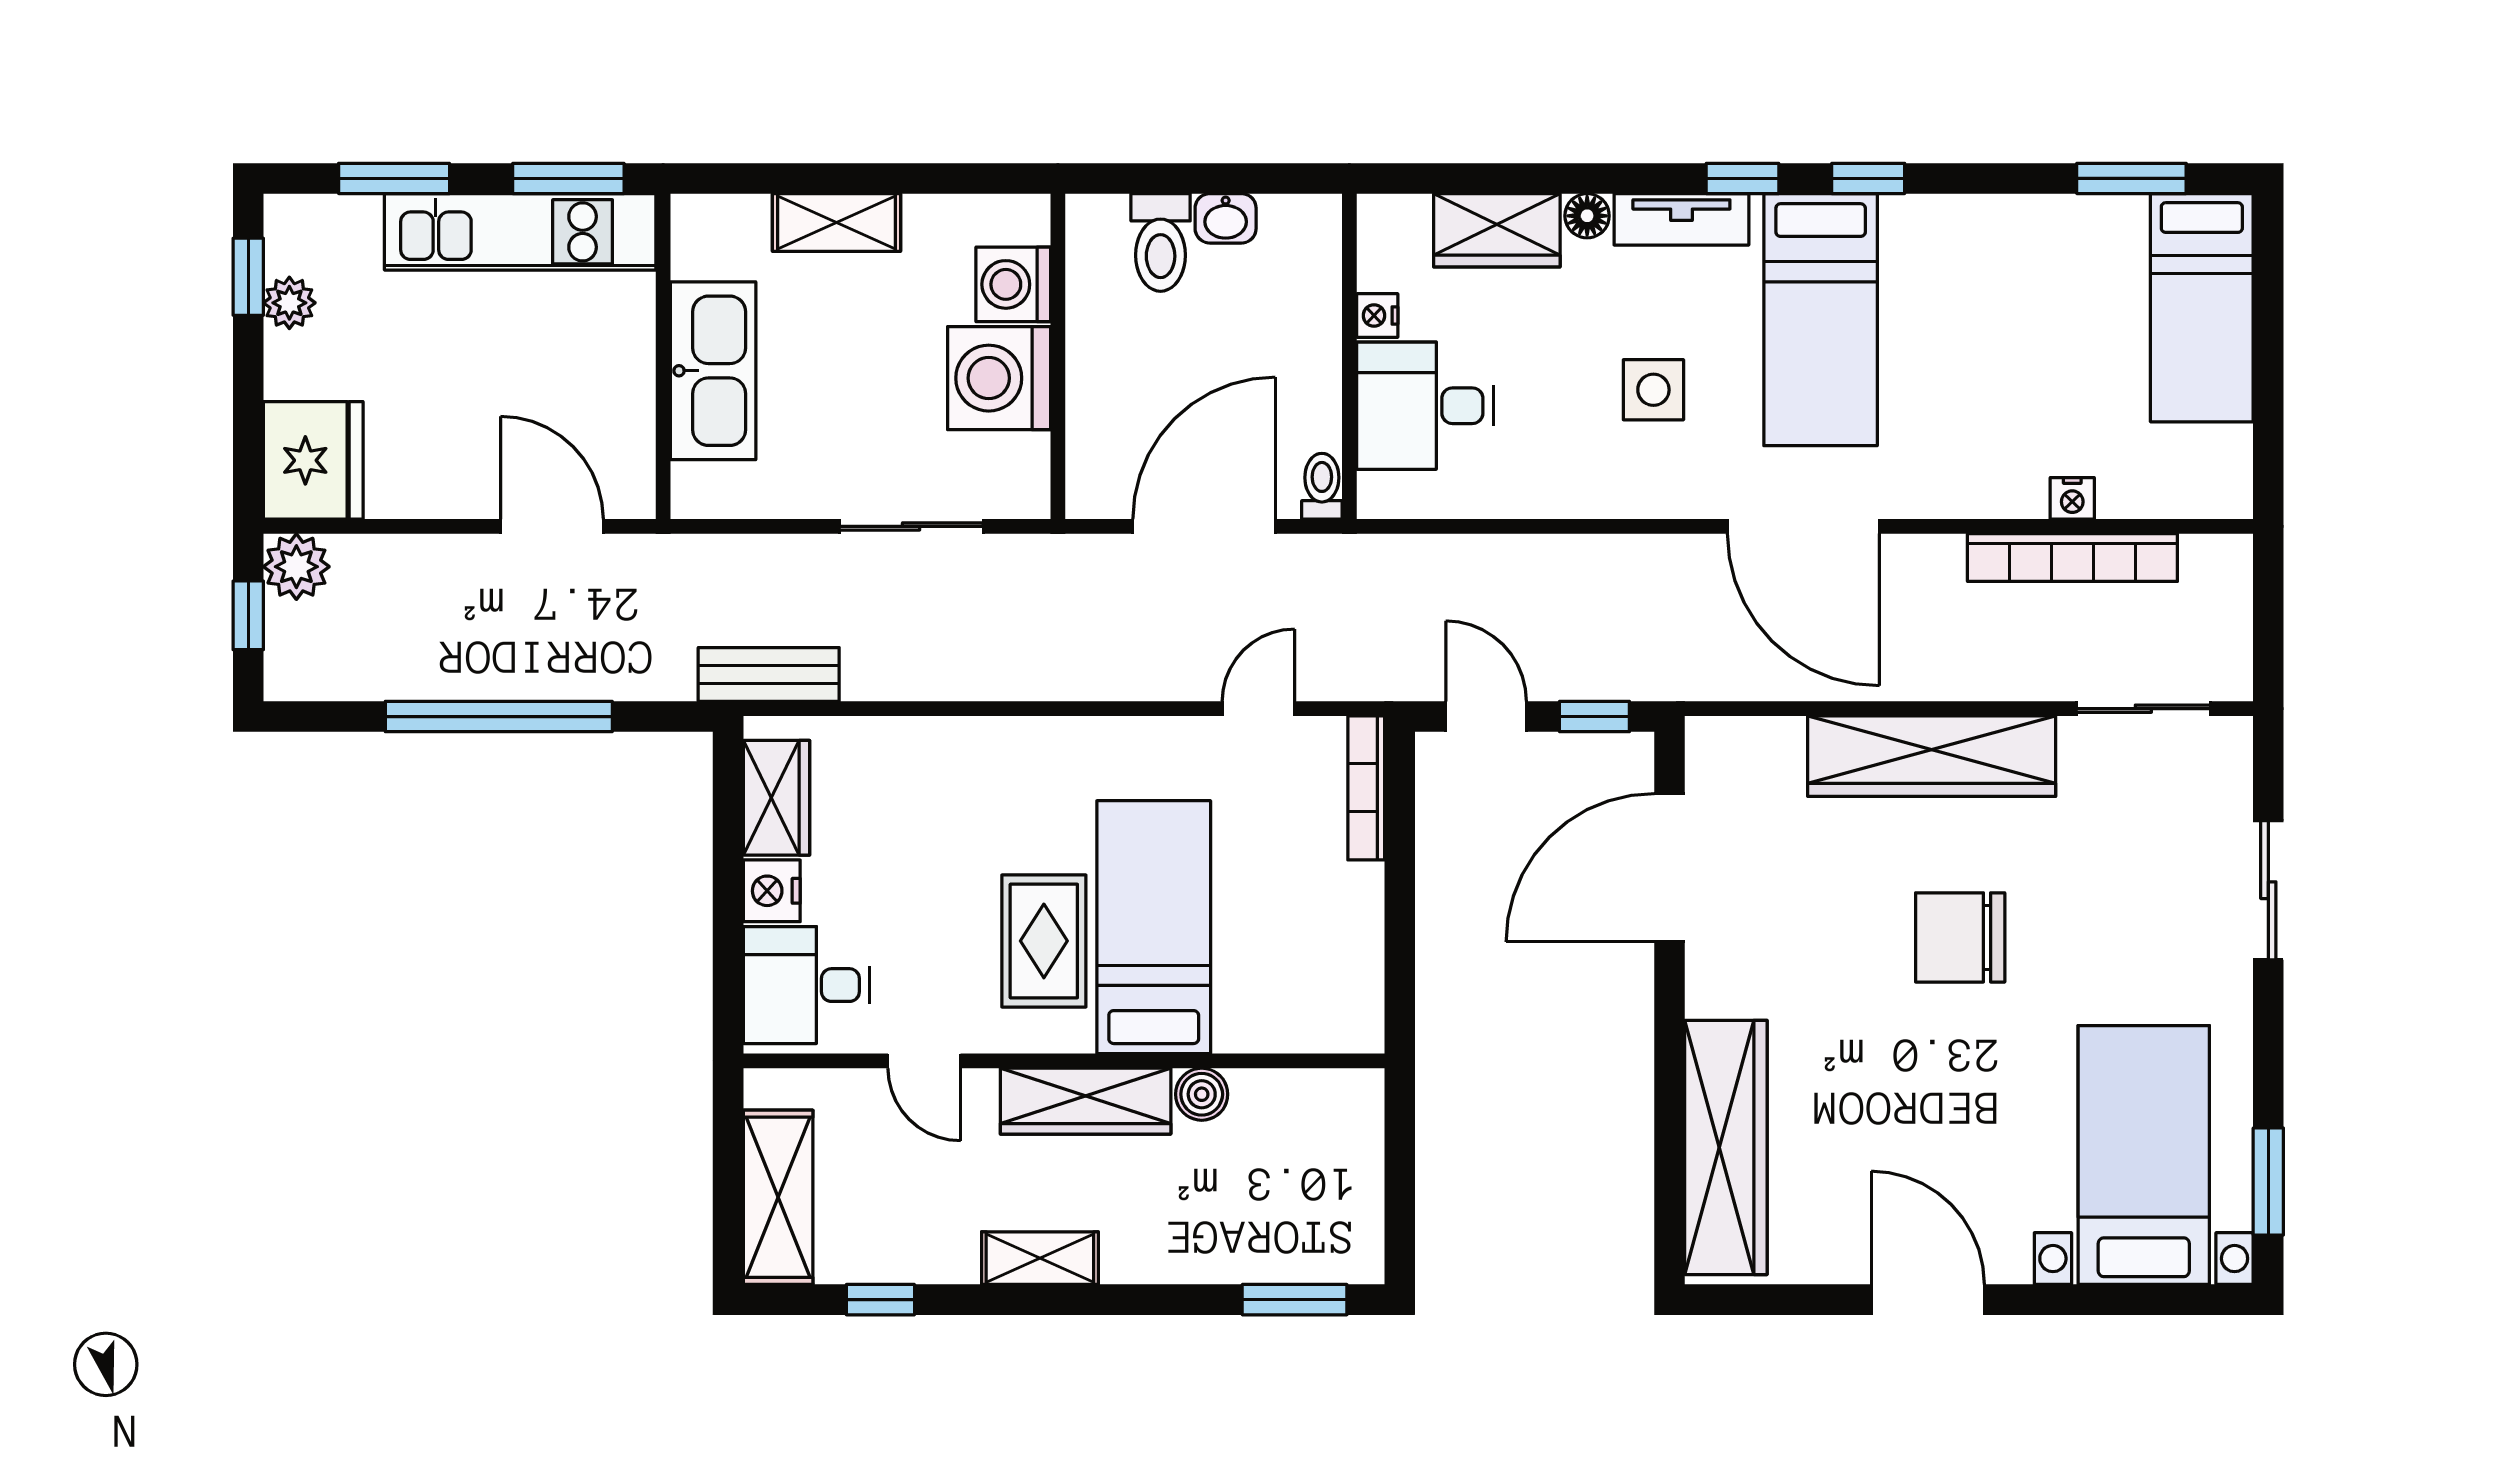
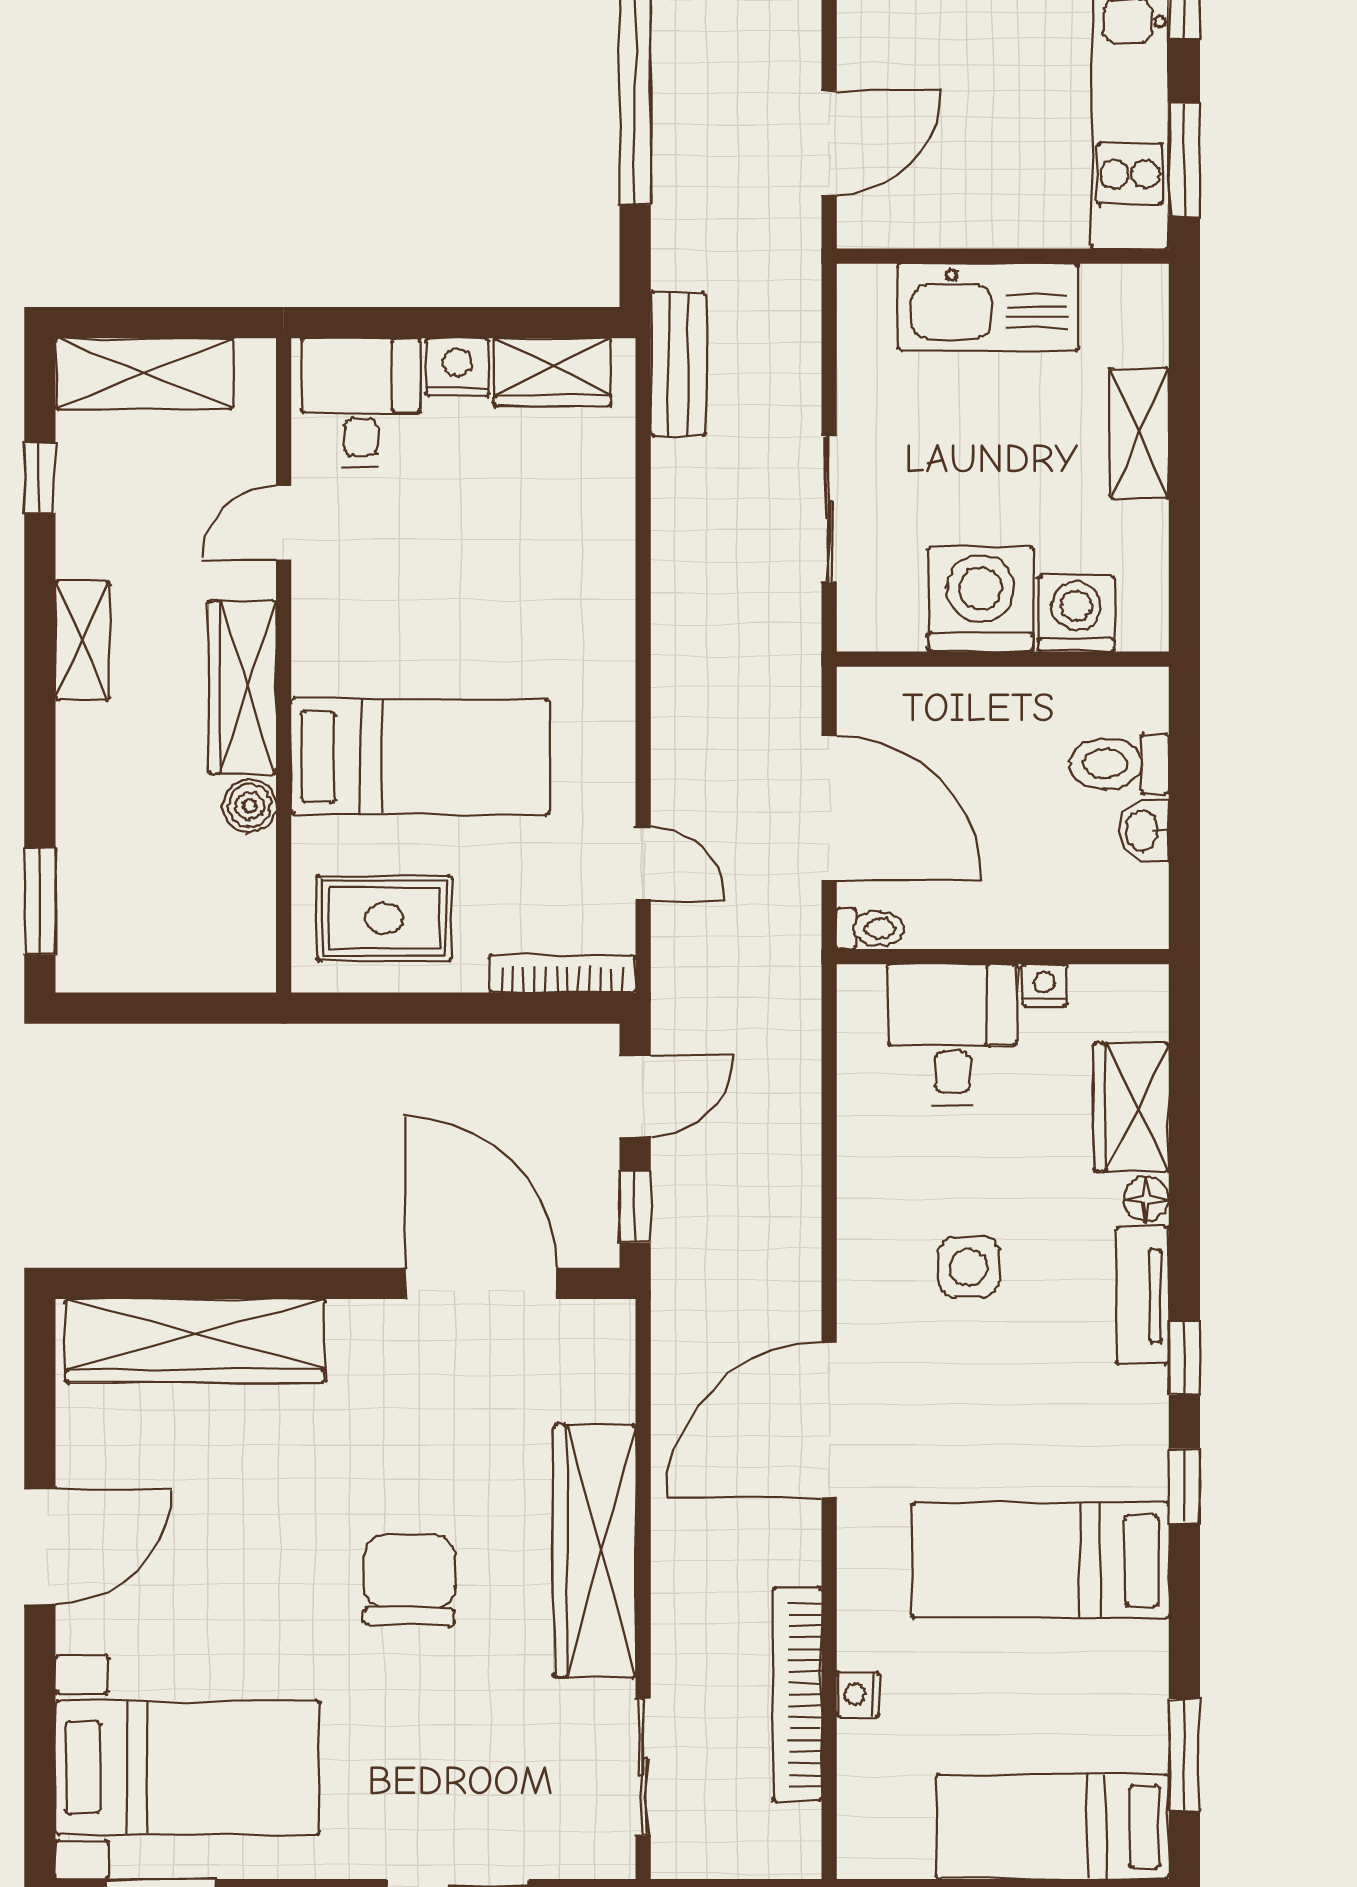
bed: (1821, 320) -> (1040, 1560), moved
rug: (1044, 941) -> (384, 918), moved

